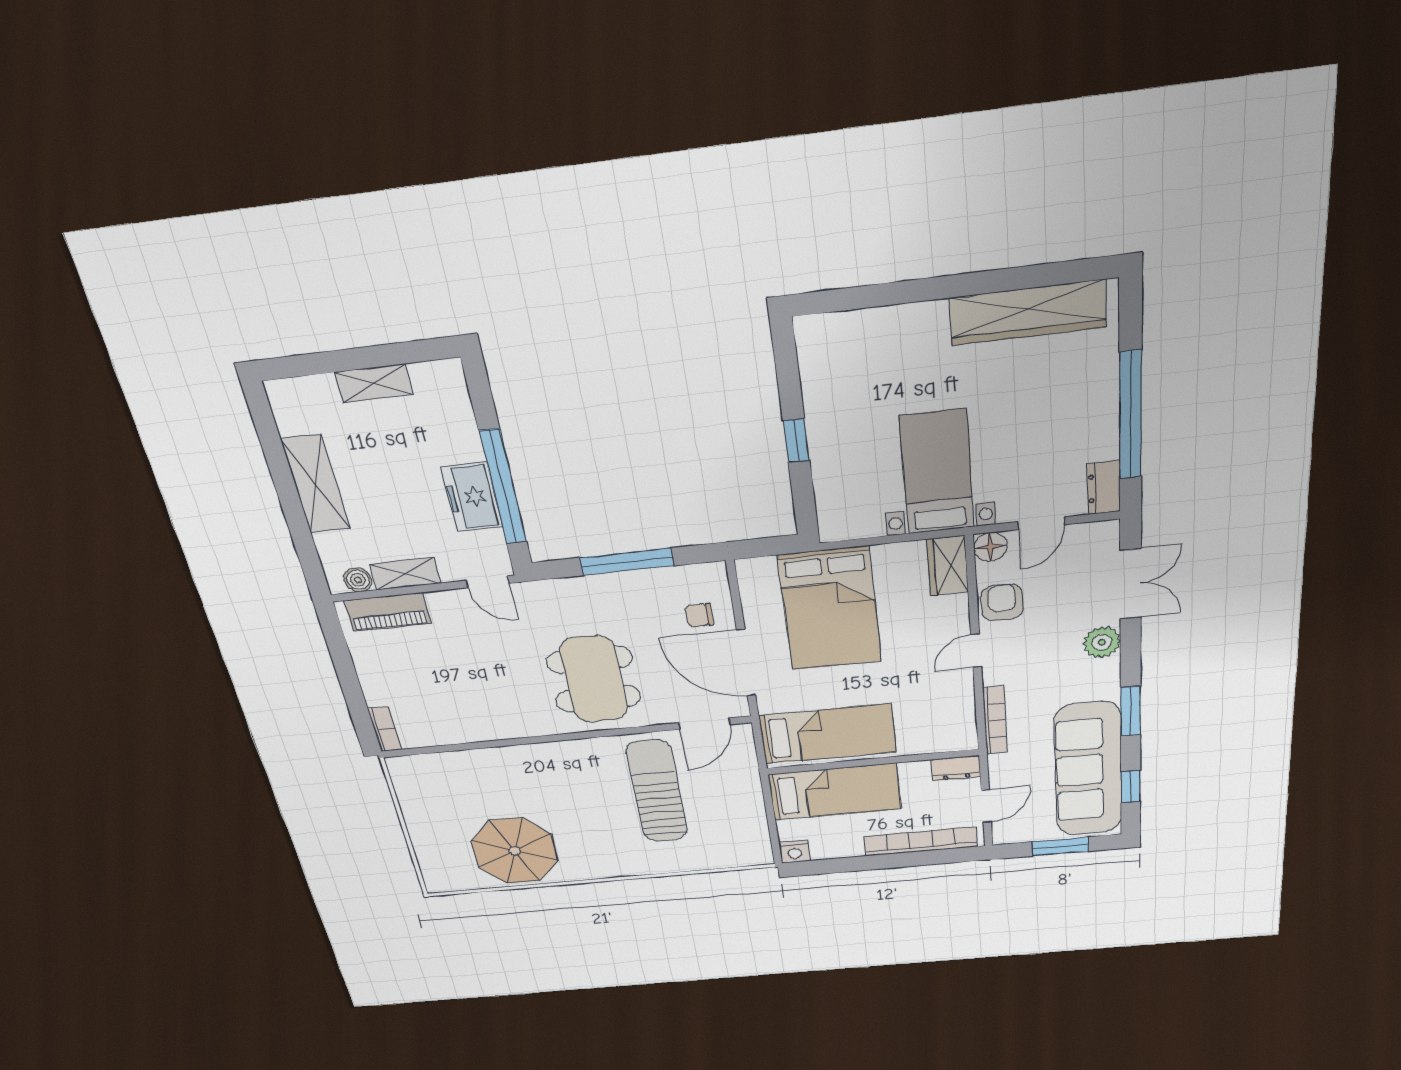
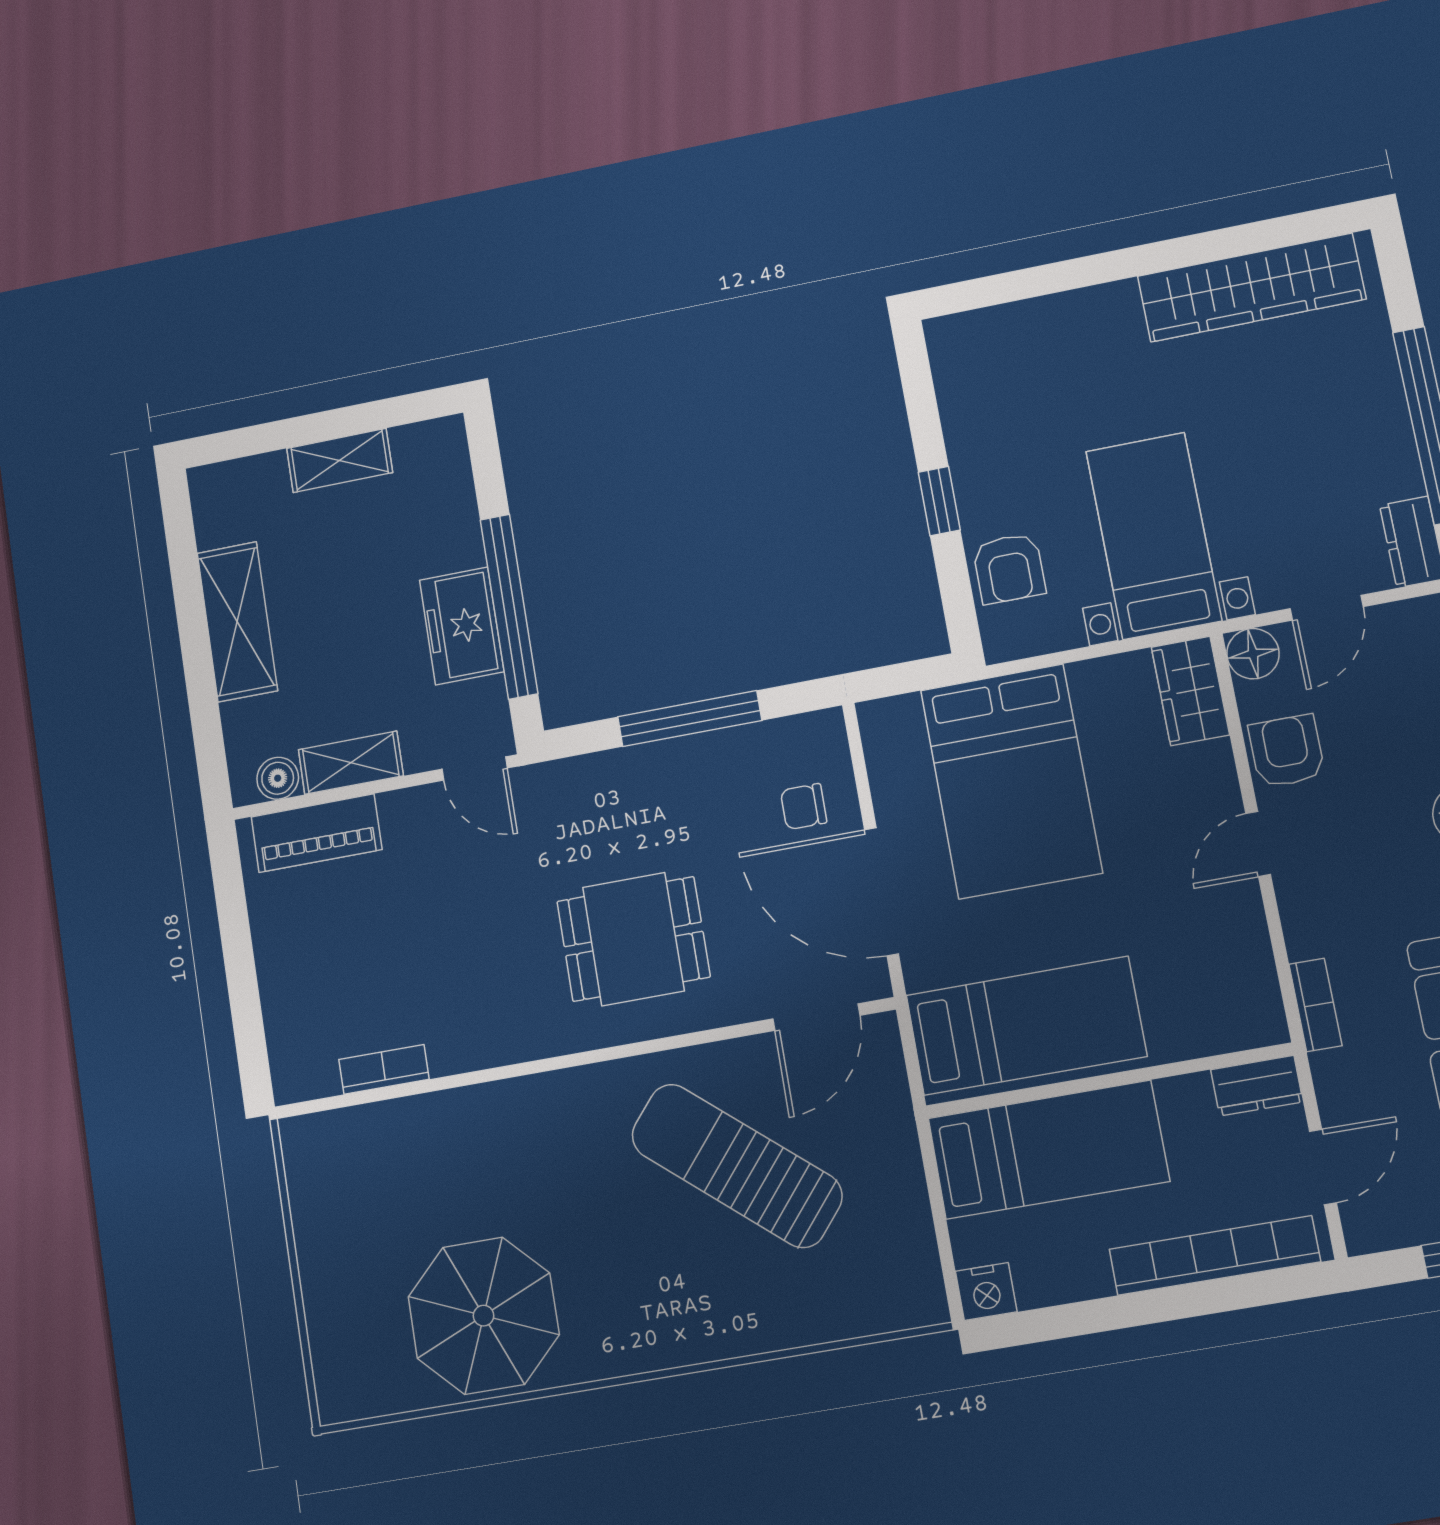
armchair: (840, 486) -> (1009, 568), added
dining table: (594, 679) -> (633, 939), width x0.73
bookcase: (995, 720) -> (1315, 1005), width x0.64
bookcase: (385, 729) -> (384, 1069), moved, turned -90
sun lounger: (657, 791) -> (737, 1166), turned -50

